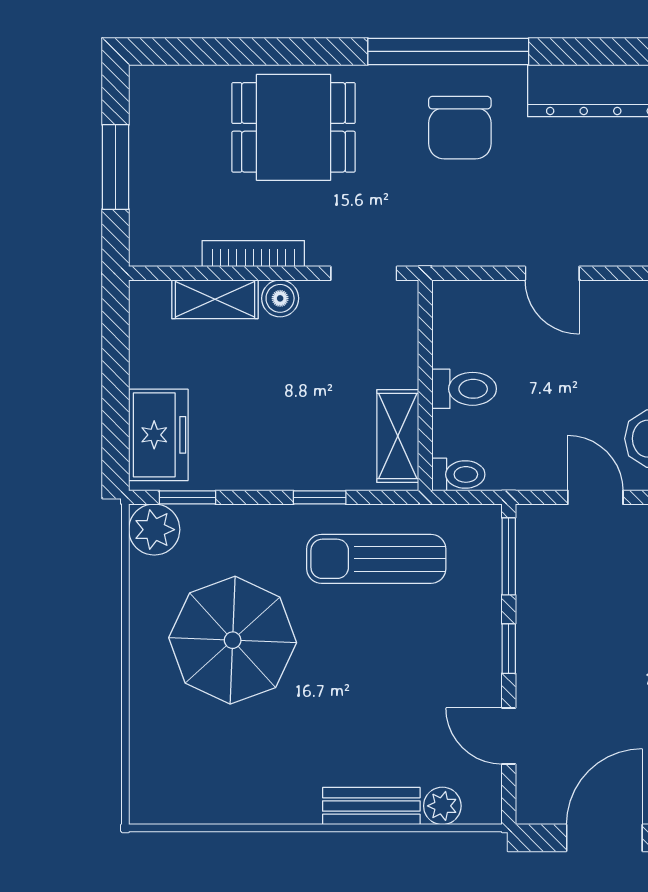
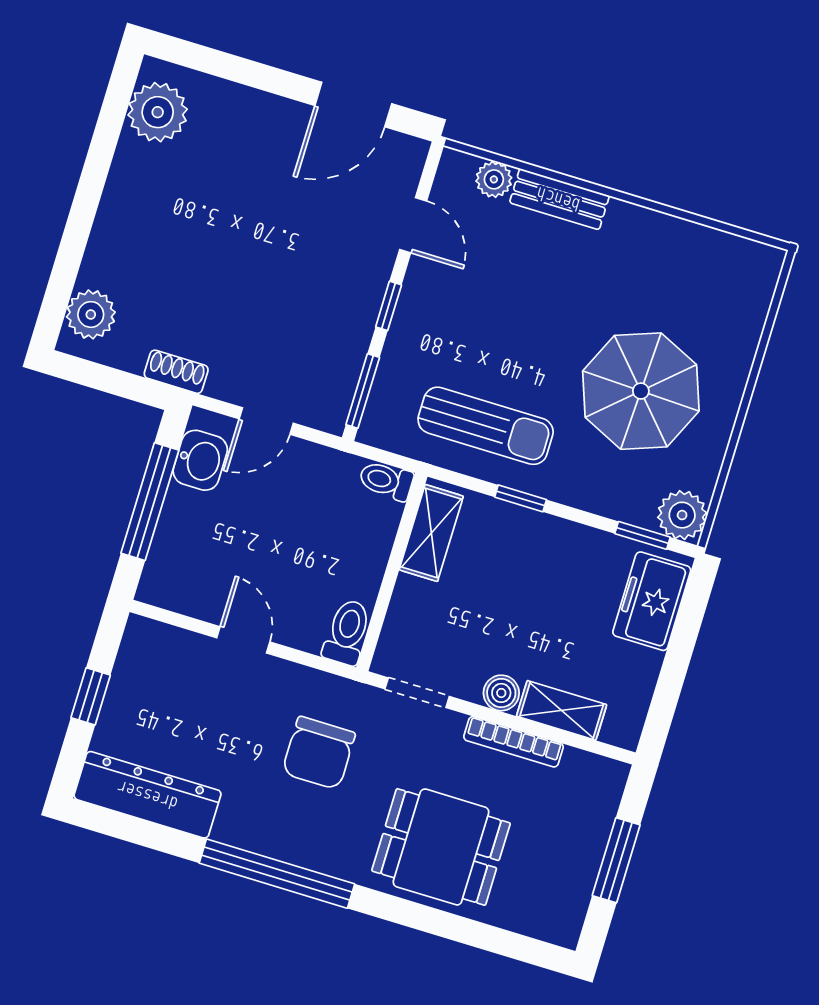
chair: (460, 128) -> (319, 753), moved, turned 180
toilet: (464, 389) -> (347, 632), moved, turned 90
door: (595, 497) -> (266, 421), hinge flipped

